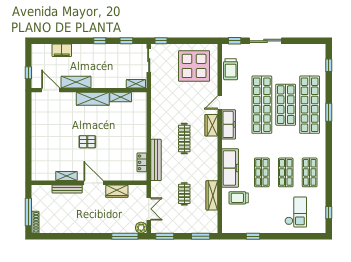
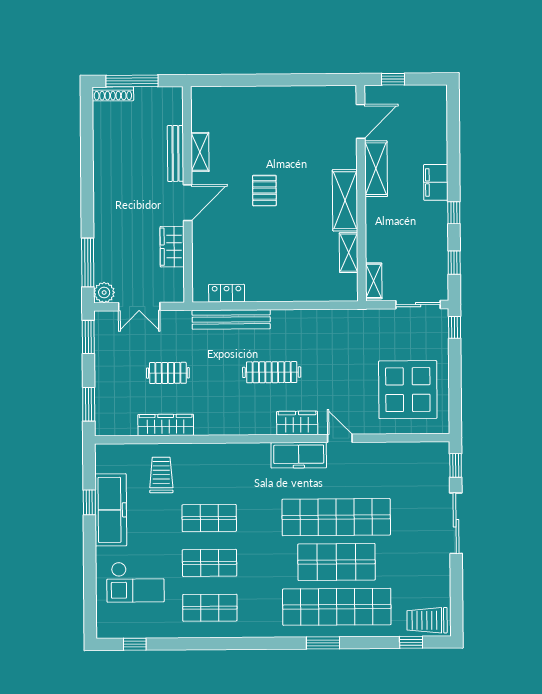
filing cabinet: (62, 50) -> (436, 182), moved
trolley: (231, 69) -> (427, 620), moved
freezer: (230, 168) -> (111, 510), moved, turned -90

